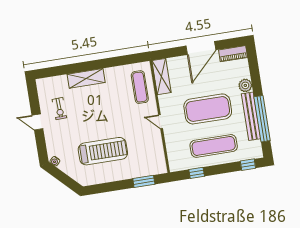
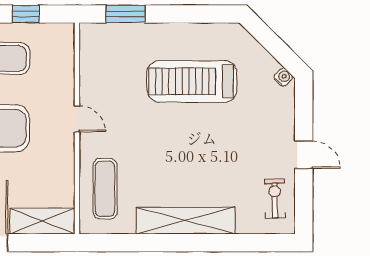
shelving: (162, 77) -> (42, 221), moved, turned 90
shelving: (86, 78) -> (186, 221), width x1.47
exercise bike: (59, 109) -> (275, 198), moved

